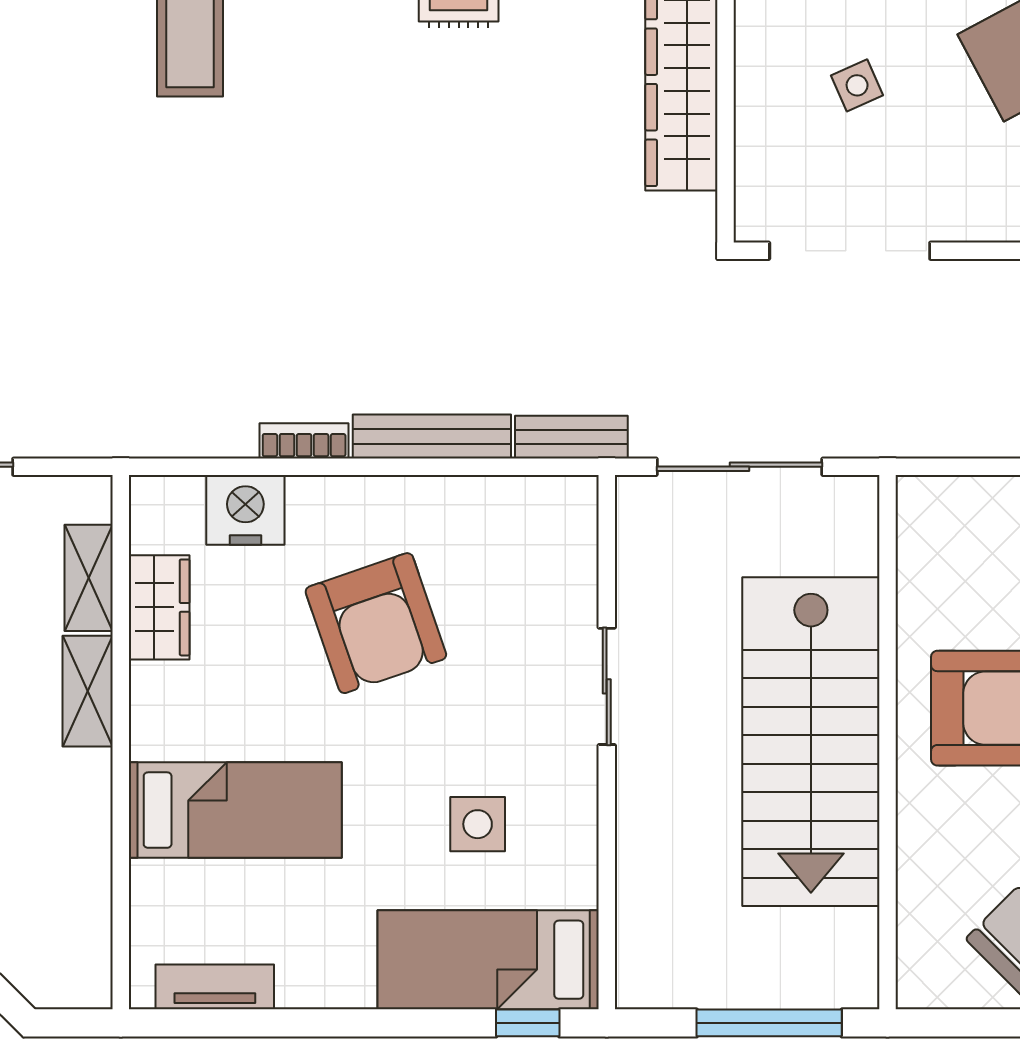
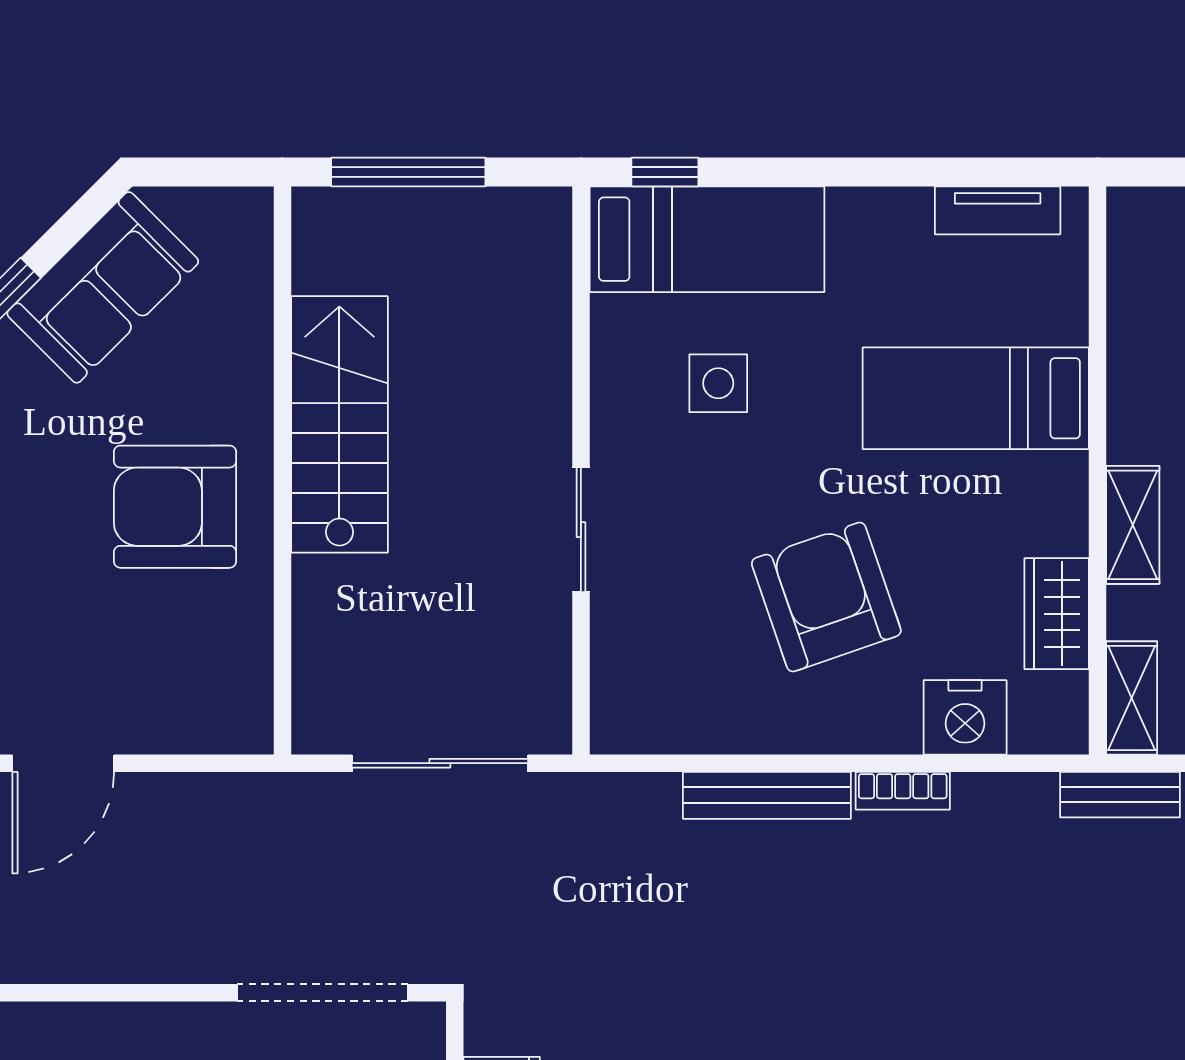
bench: (571, 437) -> (1120, 795), moved
shelving: (89, 578) -> (1132, 698), moved
stairs: (811, 742) -> (339, 424), width x0.73, depth x0.66

